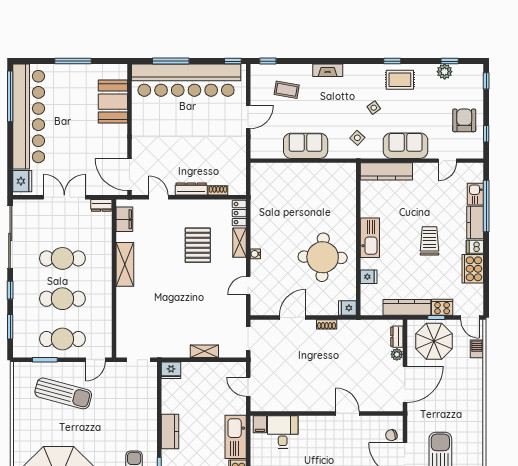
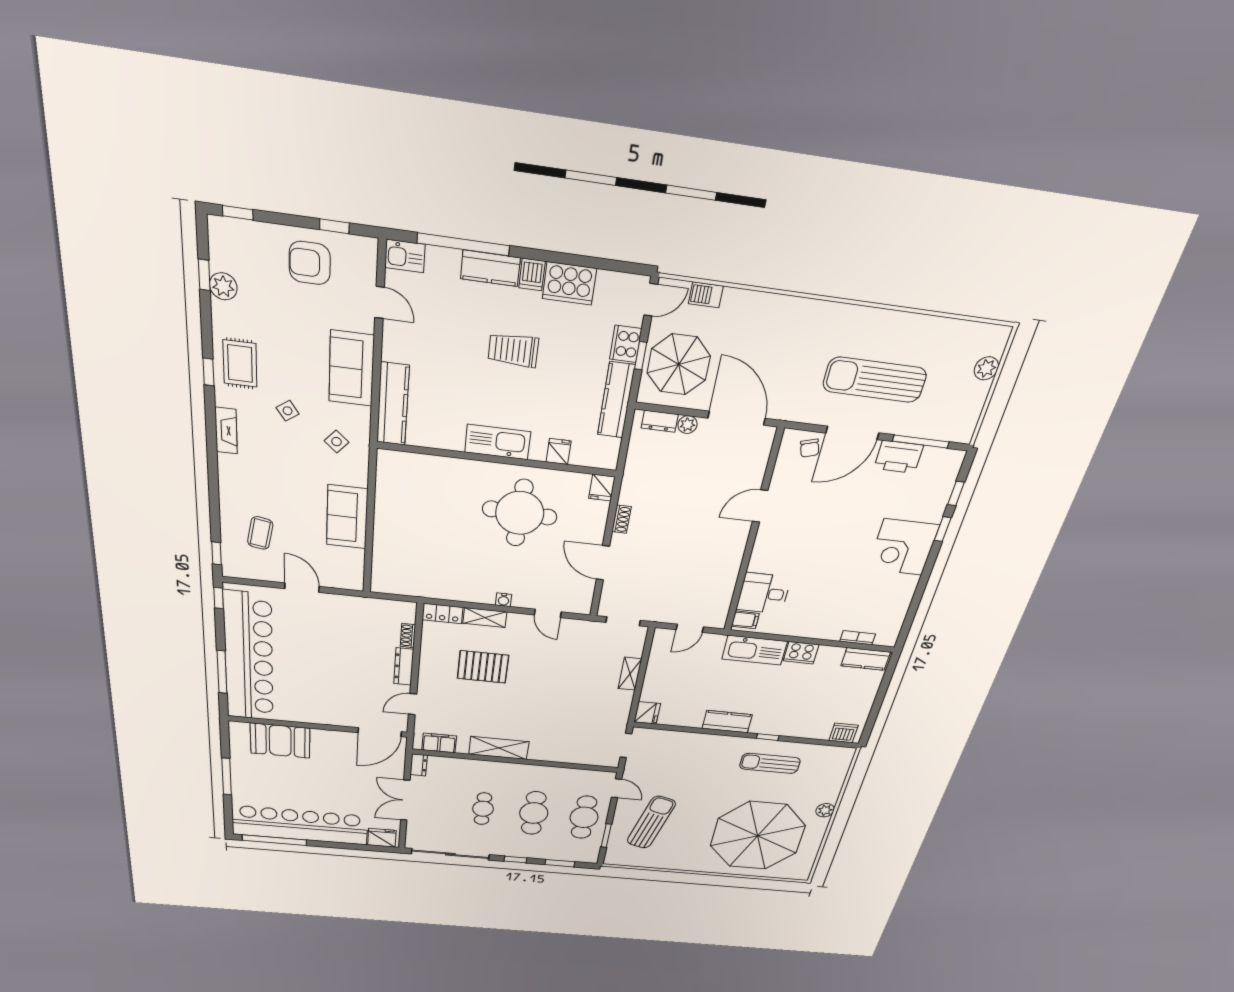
fireplace: (328, 70) -> (226, 431), moved
kitchen sink: (475, 194) -> (405, 256), moved
cafe table: (62, 258) -> (483, 809), width x0.73, depth x0.74

